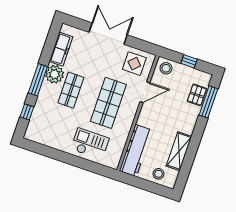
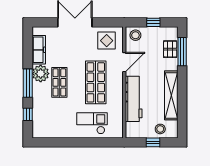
workbench: (136, 150) -> (134, 99), moved
shelving: (179, 151) -> (171, 95), width x1.47
window: (146, 185) -> (153, 142), added

